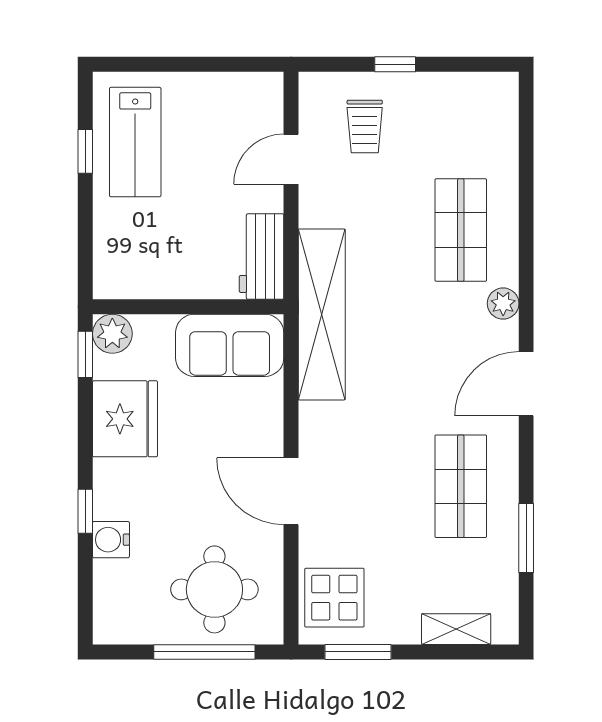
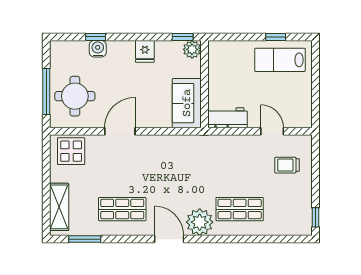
window: (395, 64) -> (316, 217), moved
plant: (503, 304) -> (200, 222), width x1.88, depth x1.88
shelving: (322, 314) -> (201, 145), removed
fridge: (125, 419) -> (145, 51), width x0.53, depth x0.75
window: (85, 511) -> (96, 37), moved
window: (526, 538) -> (85, 239), moved
shelving: (456, 629) -> (59, 207), width x1.50, depth x1.33
window: (358, 652) -> (46, 162), removed

